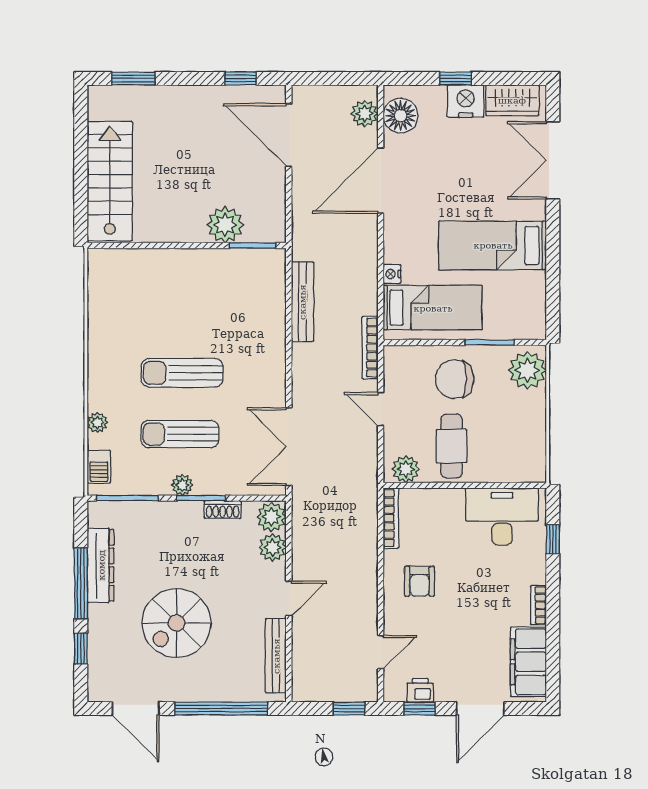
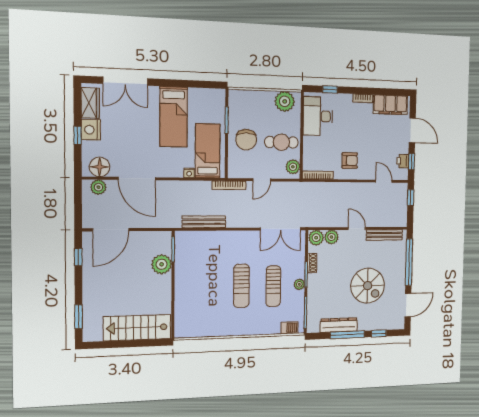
plant: (527, 370) -> (285, 101), moved
plant: (97, 422) -> (267, 329), removed

